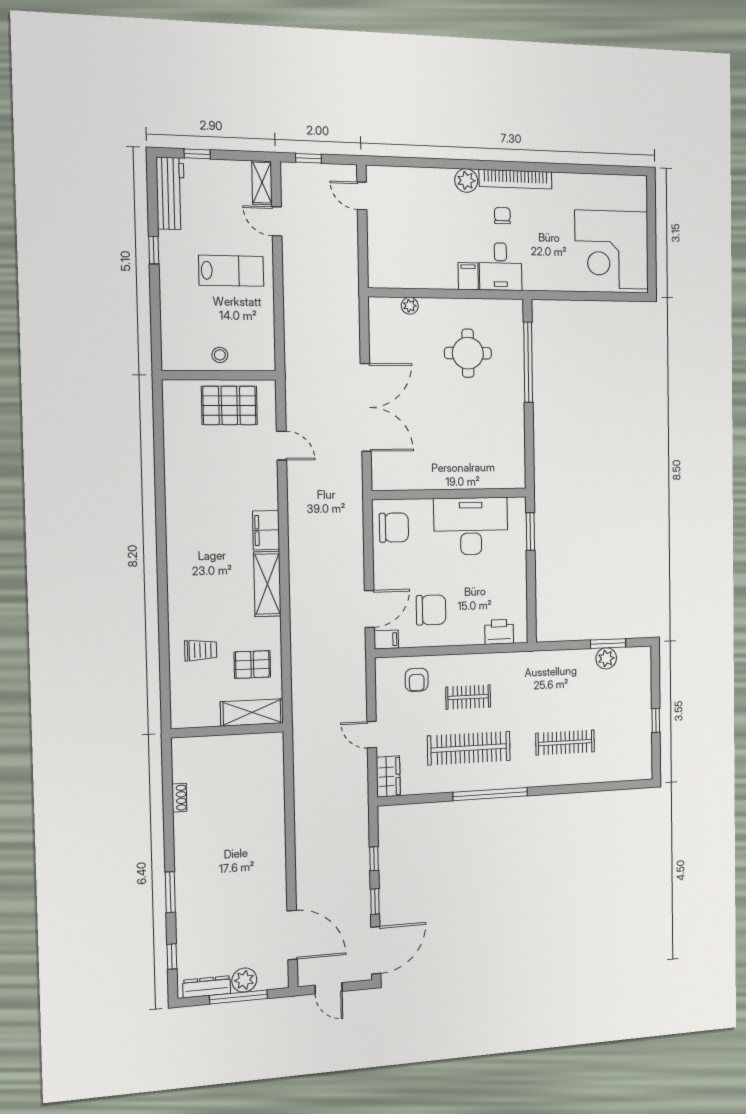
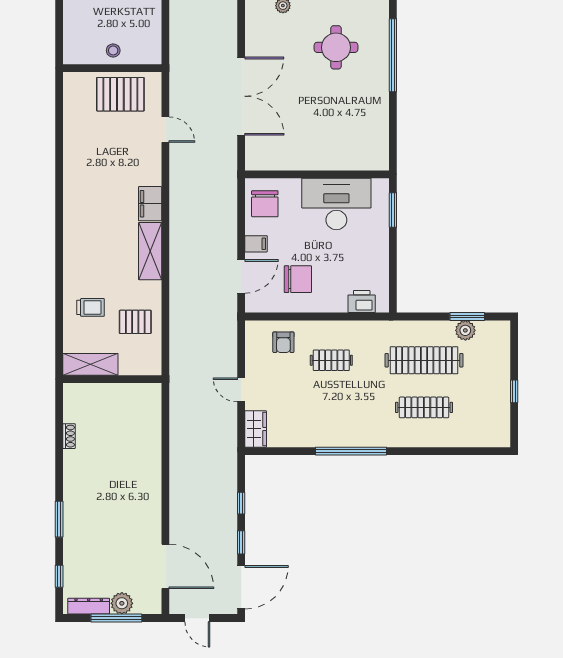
chair: (394, 528) -> (265, 204), turned 90
filing cabinet: (386, 639) -> (256, 244), moved
shelving: (252, 712) -> (90, 364), moved
clothes rail: (469, 748) -> (424, 360), moved

